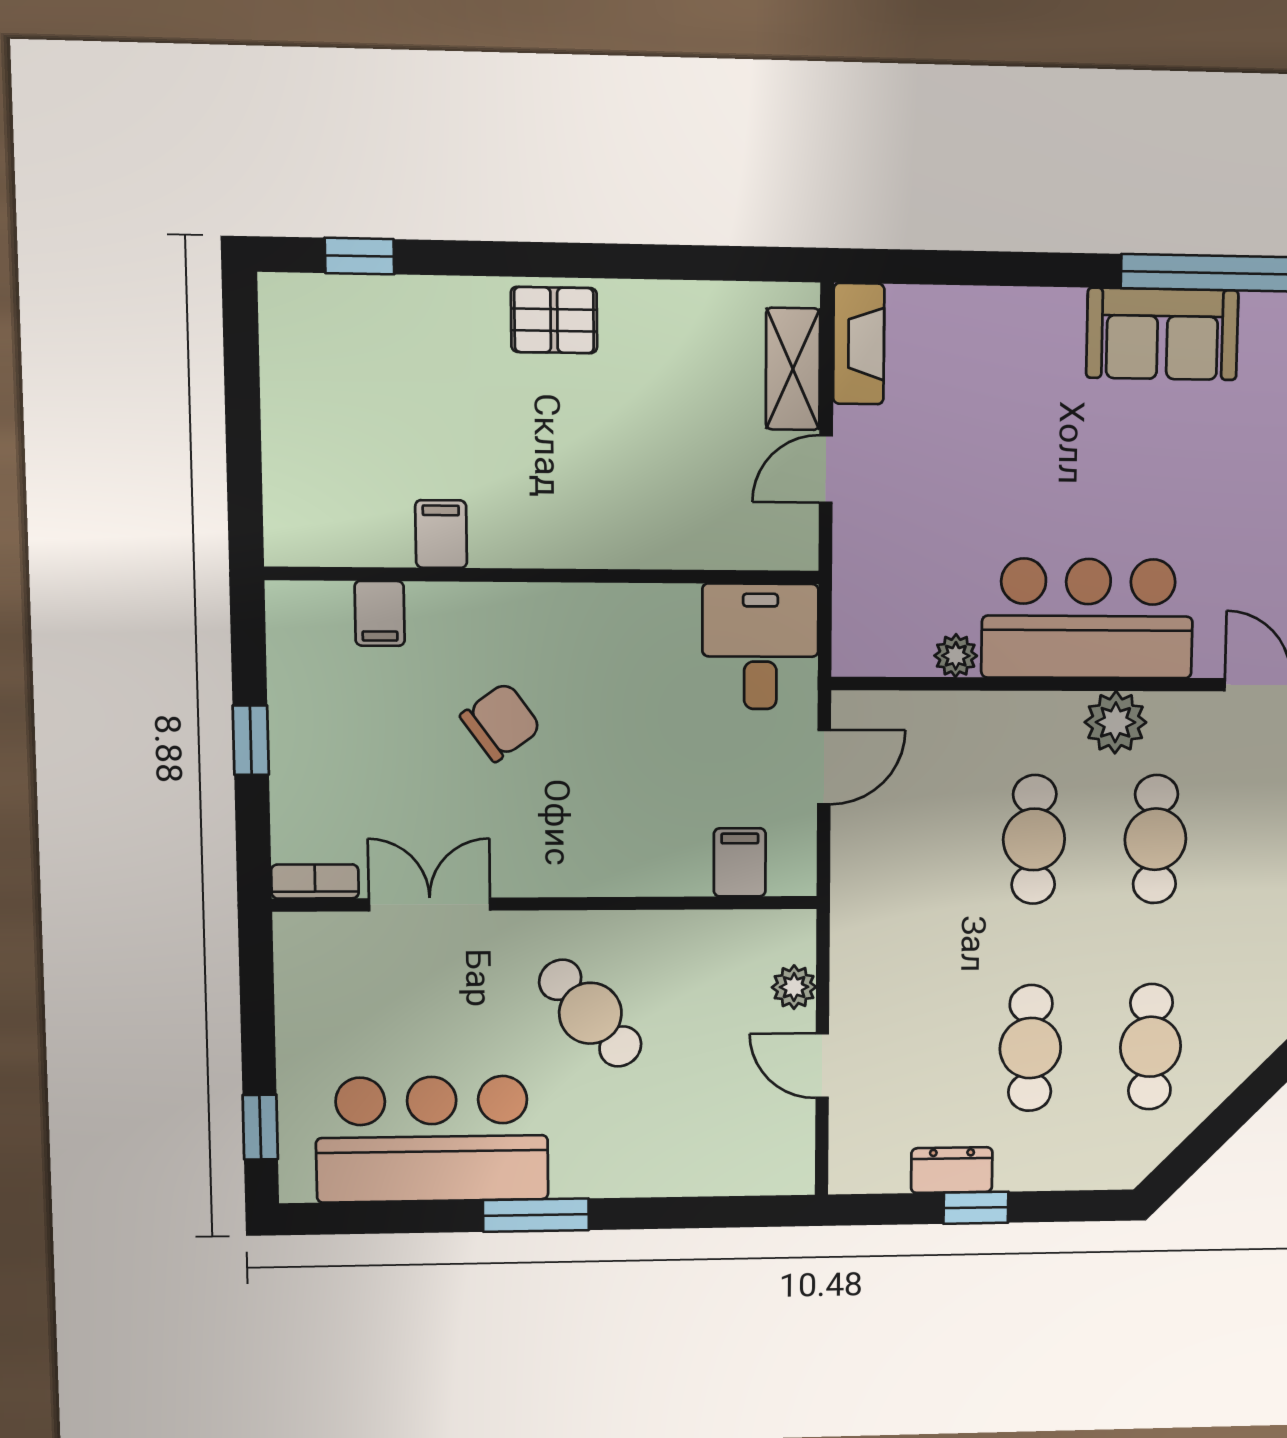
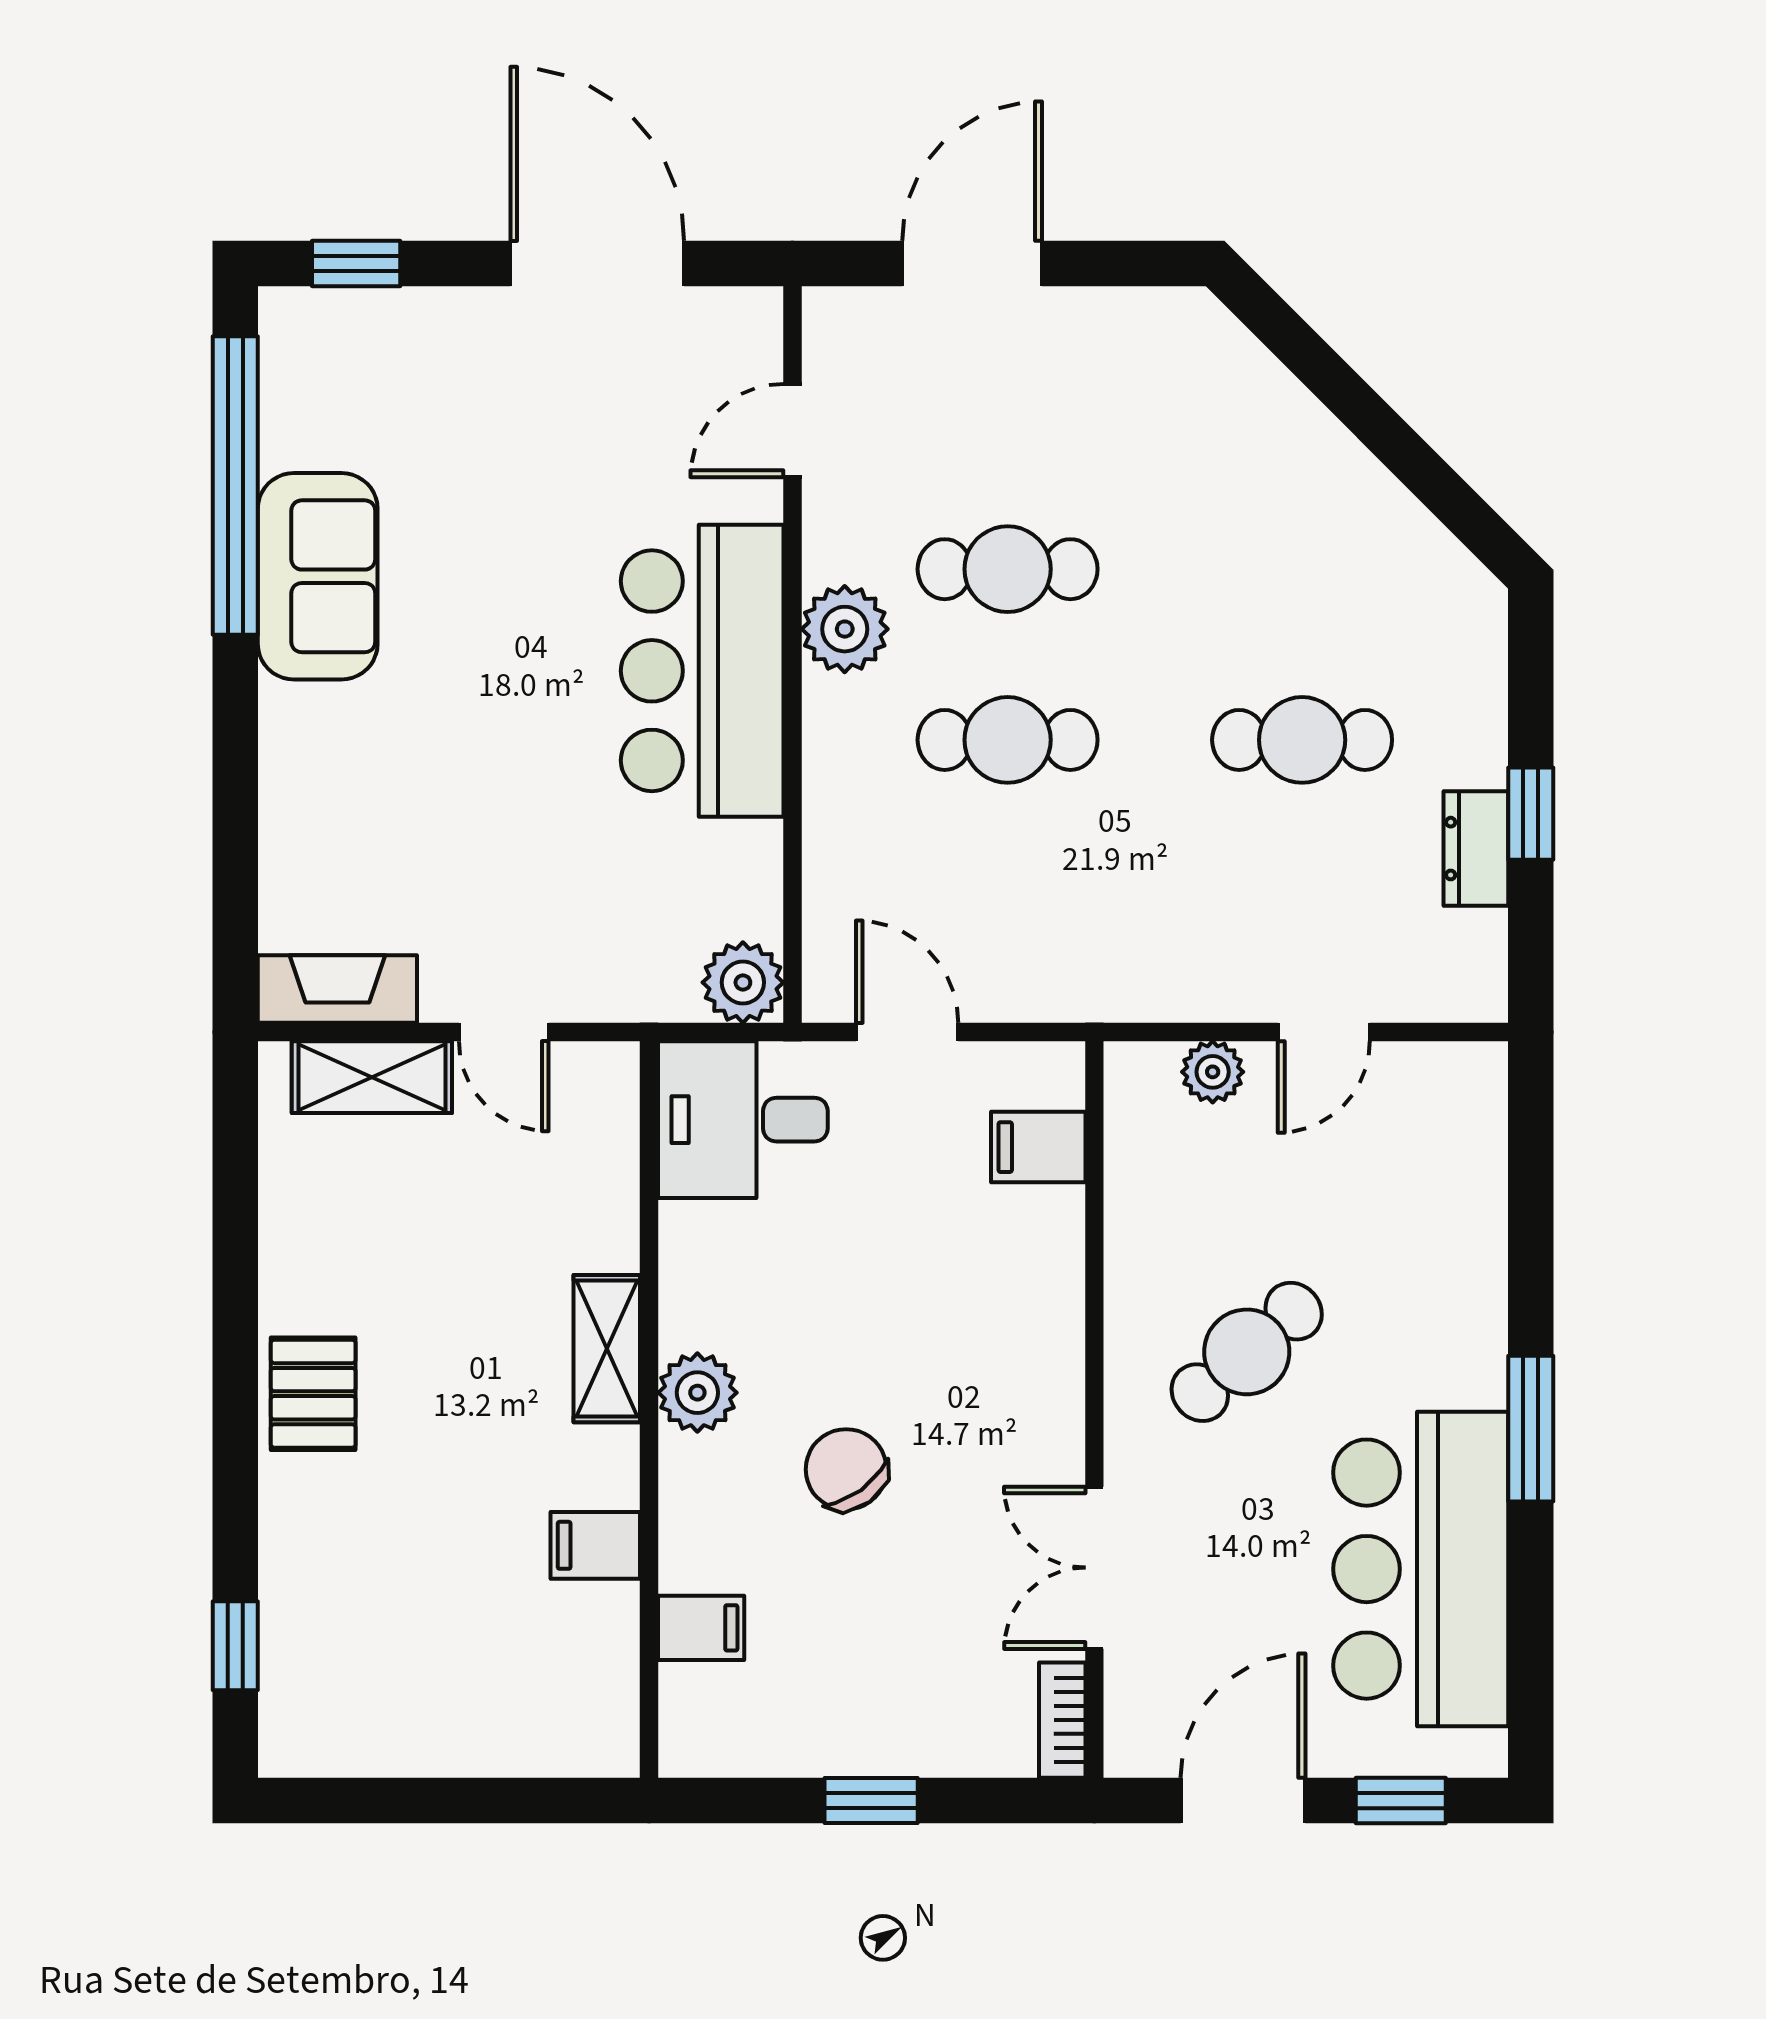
shelving: (590, 544) -> (607, 1349), added
plant: (557, 612) -> (697, 1393), added
plant: (956, 656) -> (743, 982), moved, width x1.38, depth x1.38
door: (257, 1014) -> (1243, 1801), added
cafe table: (1150, 1047) -> (1302, 569), removed

